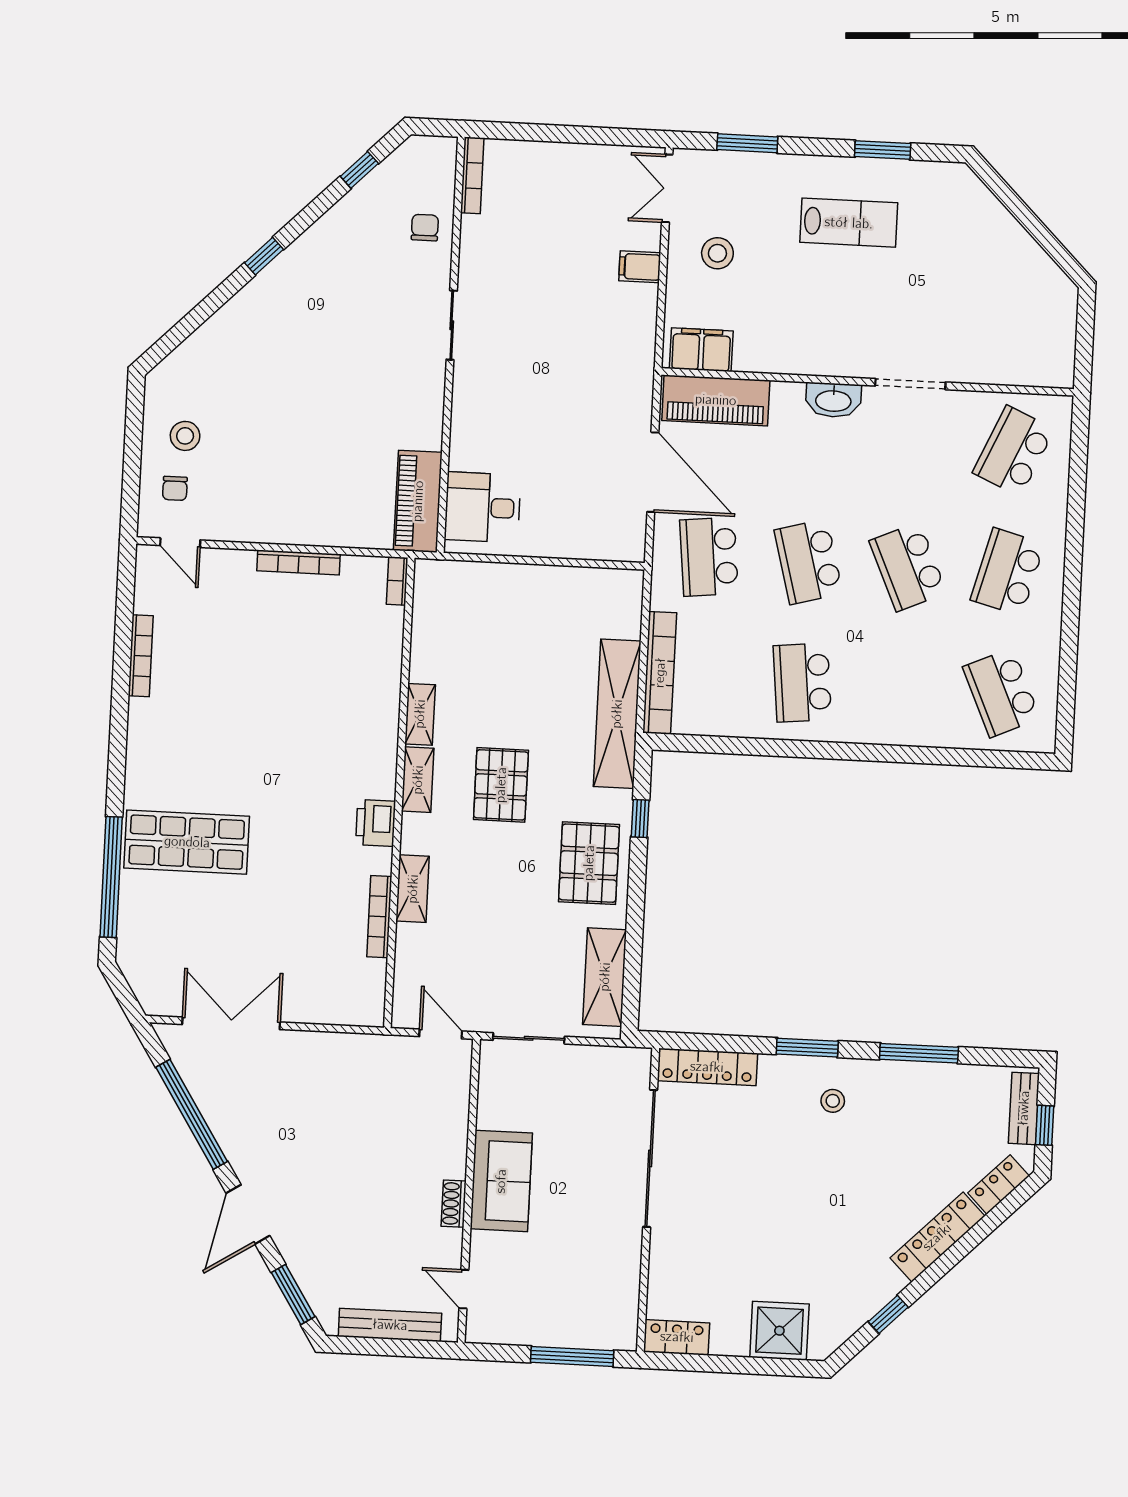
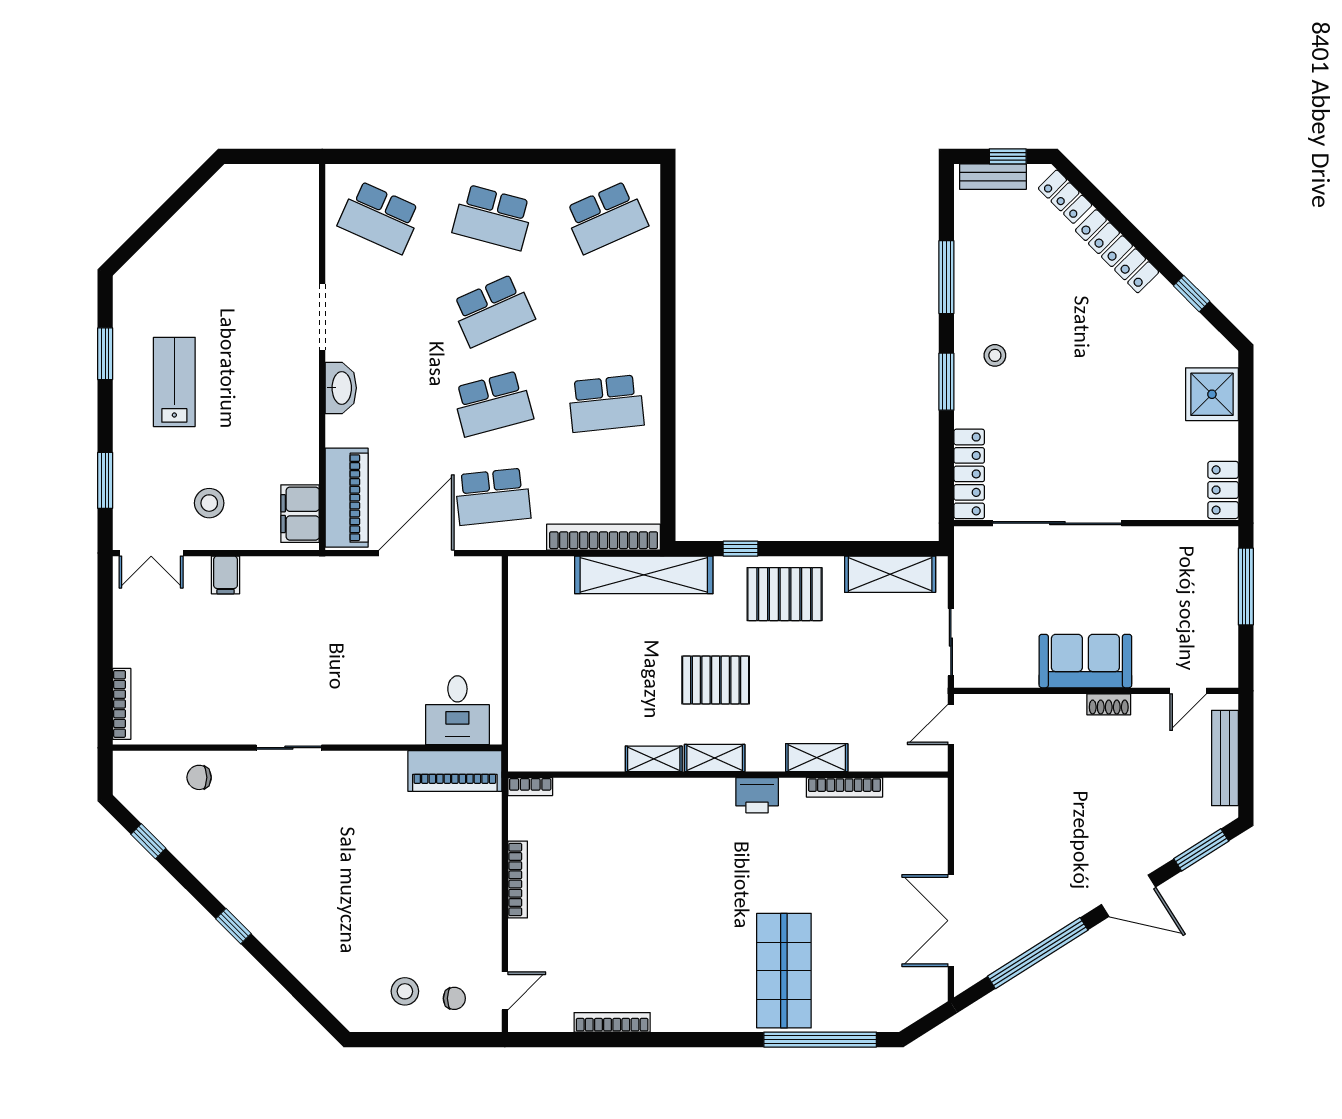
bookcase: (472, 175) -> (122, 704), moved, turned 90

